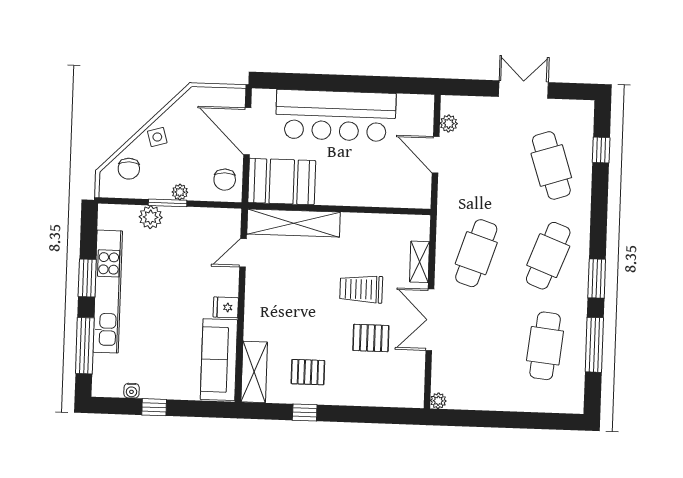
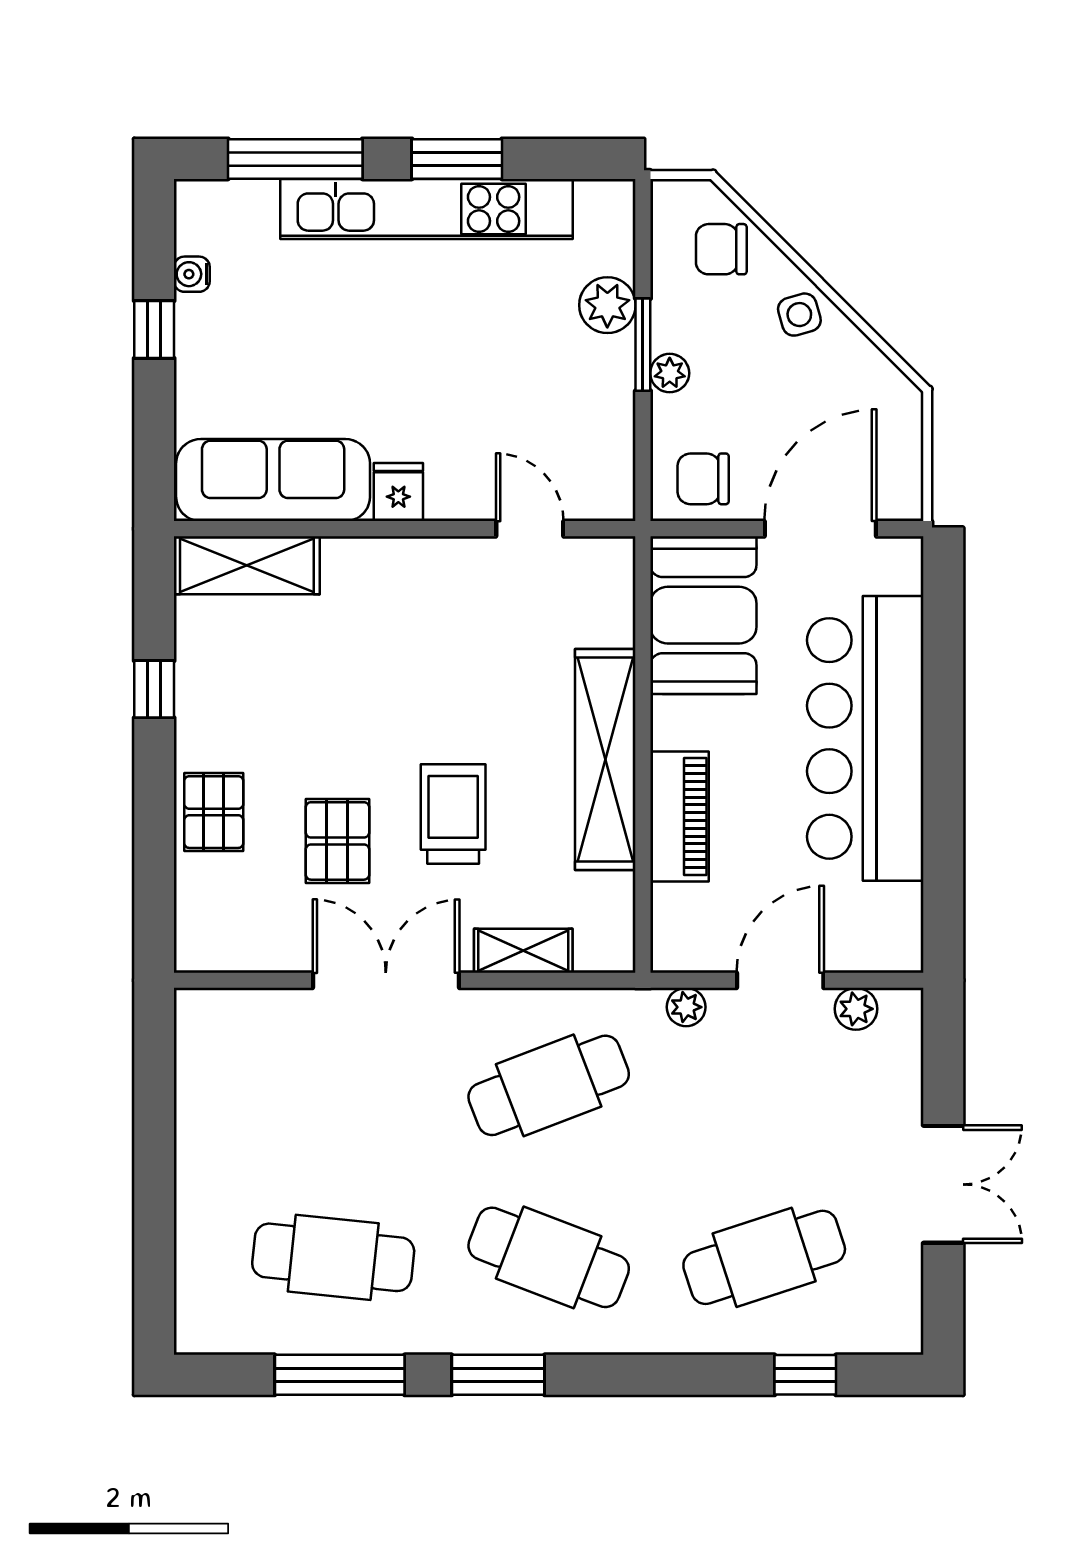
piano: (366, 194) -> (679, 817), added
shelving: (294, 223) -> (605, 760), moved
cafe table: (476, 253) -> (549, 1085), turned -39
pallet: (308, 372) -> (214, 812), moved
plant: (438, 401) -> (686, 1007), moved

